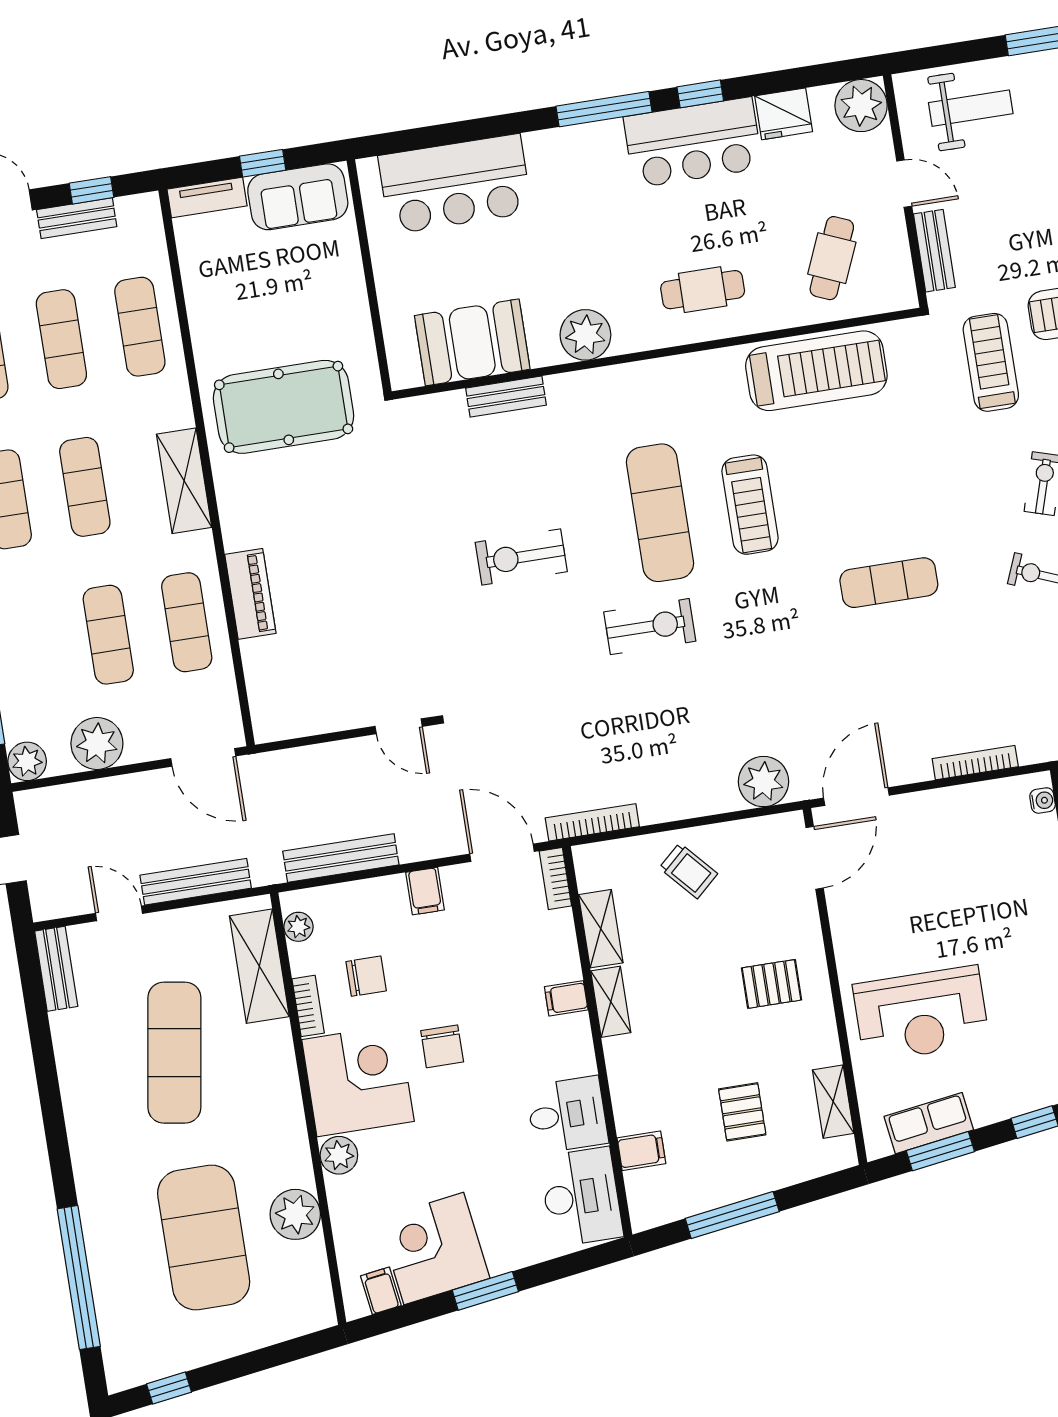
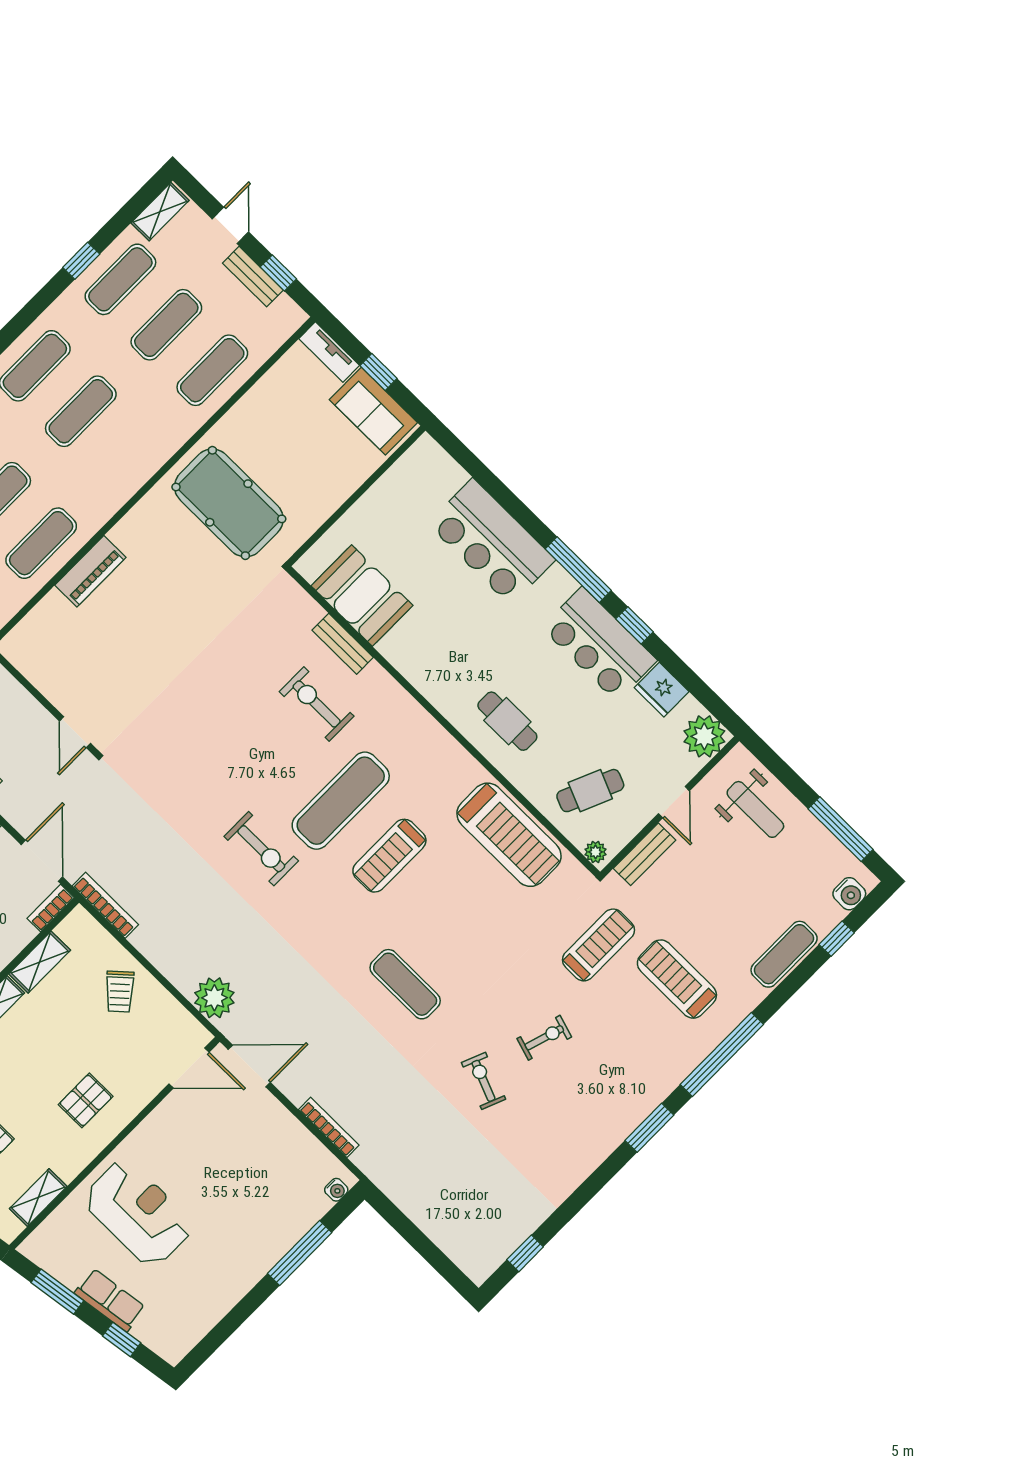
bar counter: (455, 184) -> (491, 542), moved
plant: (585, 335) -> (596, 852), moved, width x0.53, depth x0.53
shelving: (184, 481) -> (133, 473), removed
exercise bike: (521, 557) -> (317, 704), moved
pallet: (771, 984) -> (86, 1100), turned 90
reception desk: (921, 1014) -> (138, 1213), turned 180
row of seats: (929, 1123) -> (110, 1300), moved

